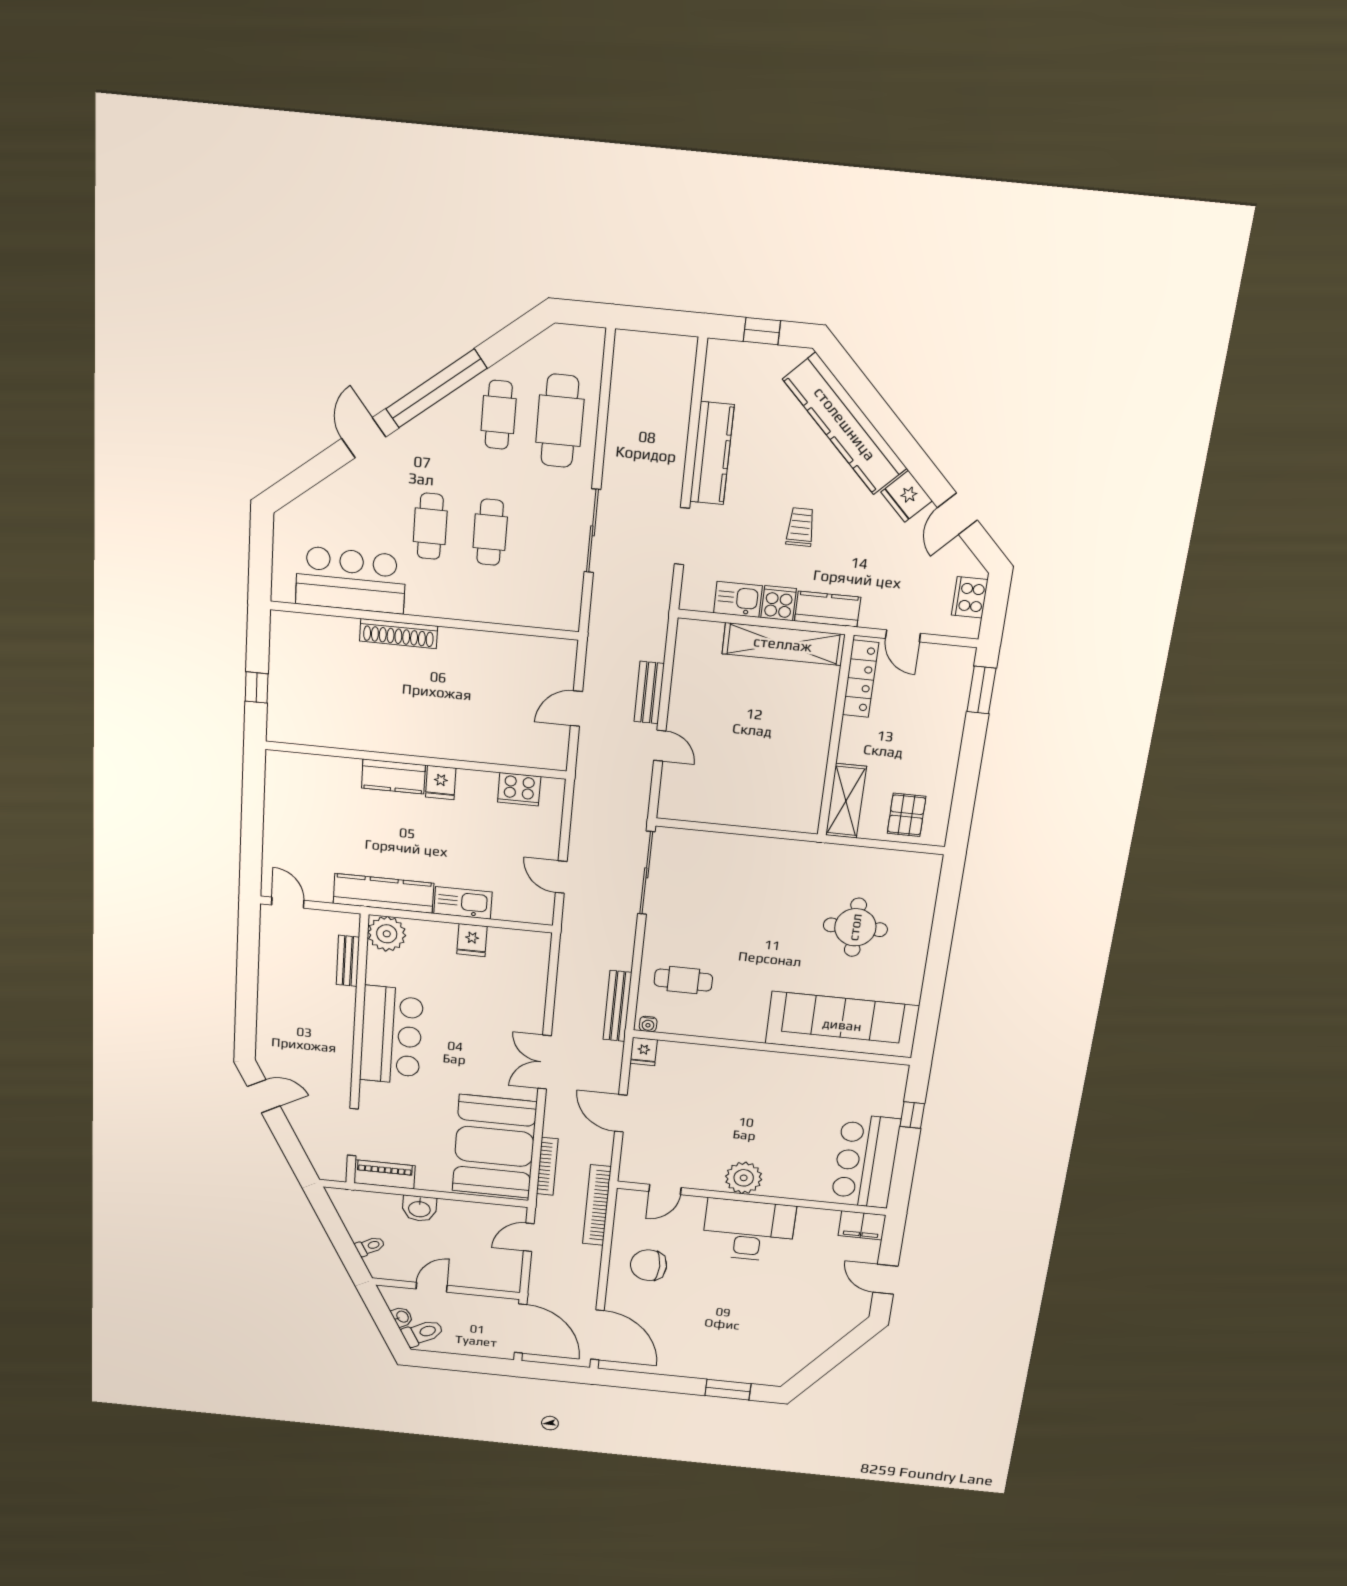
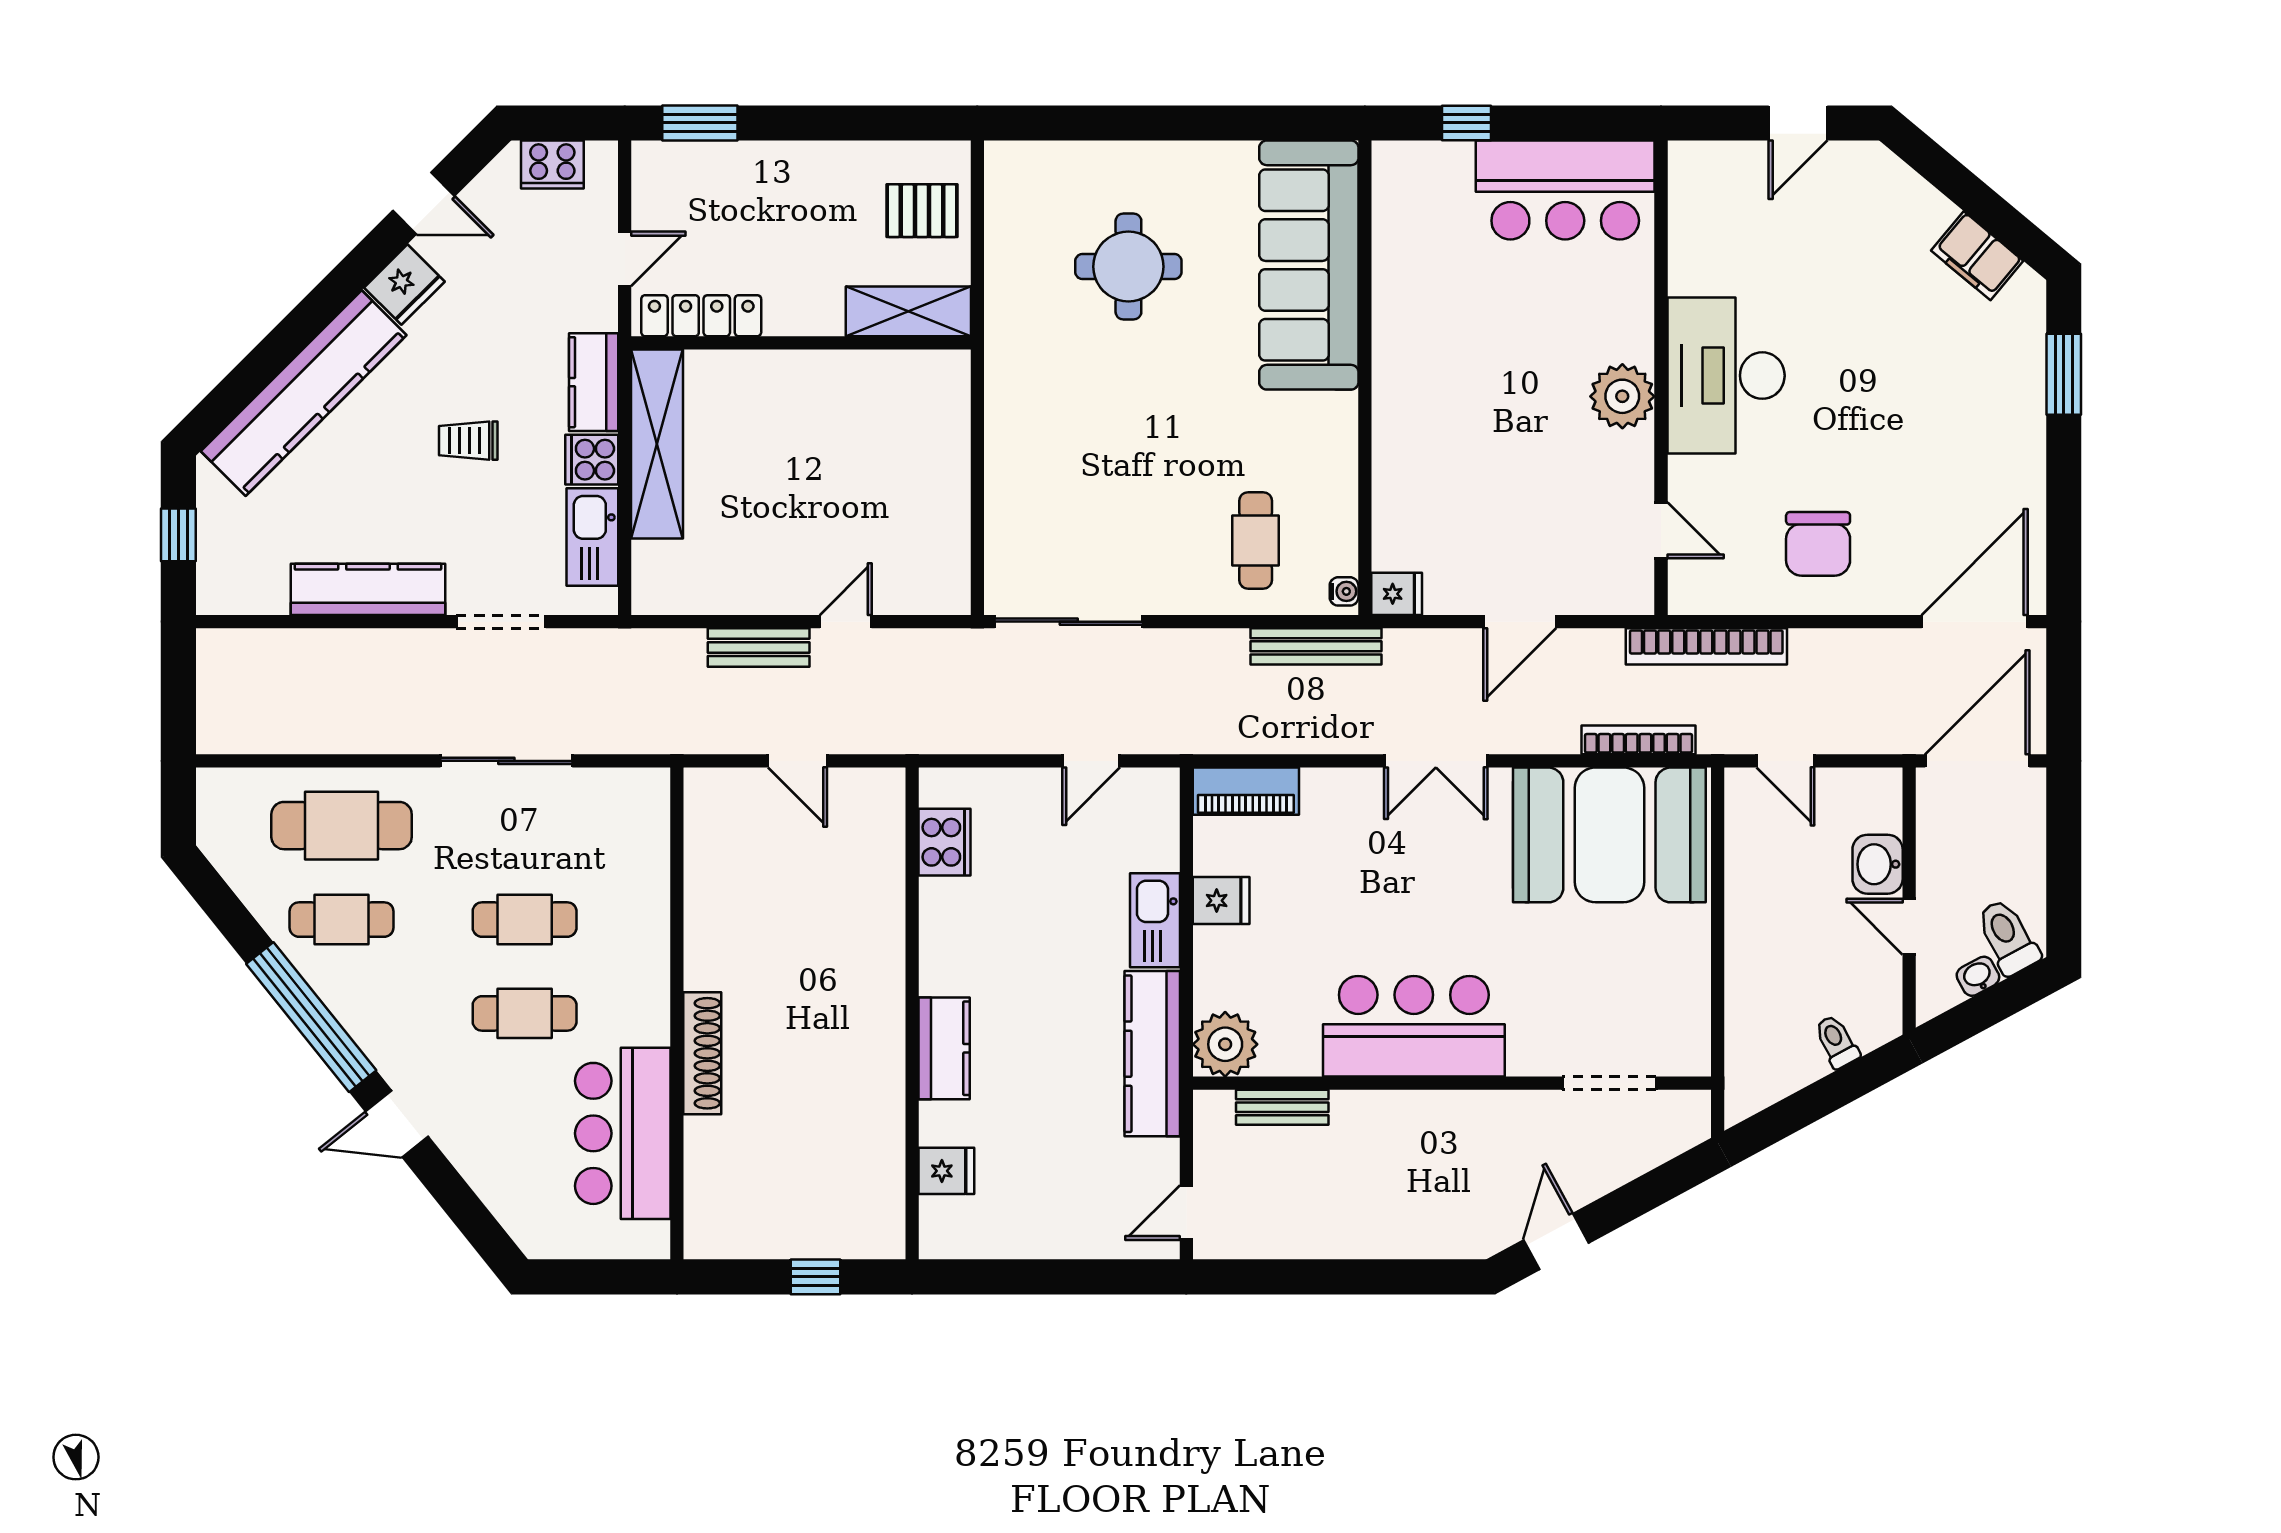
kitchen sink: (738, 599) -> (592, 537), width x1.38
fridge: (441, 783) -> (946, 1171), moved
piano: (384, 1174) -> (1246, 791), moved, turned -90
washbasin: (419, 1209) -> (1878, 864), moved, turned 180
filing cabinet: (862, 1225) -> (1977, 256), moved, turned 130

